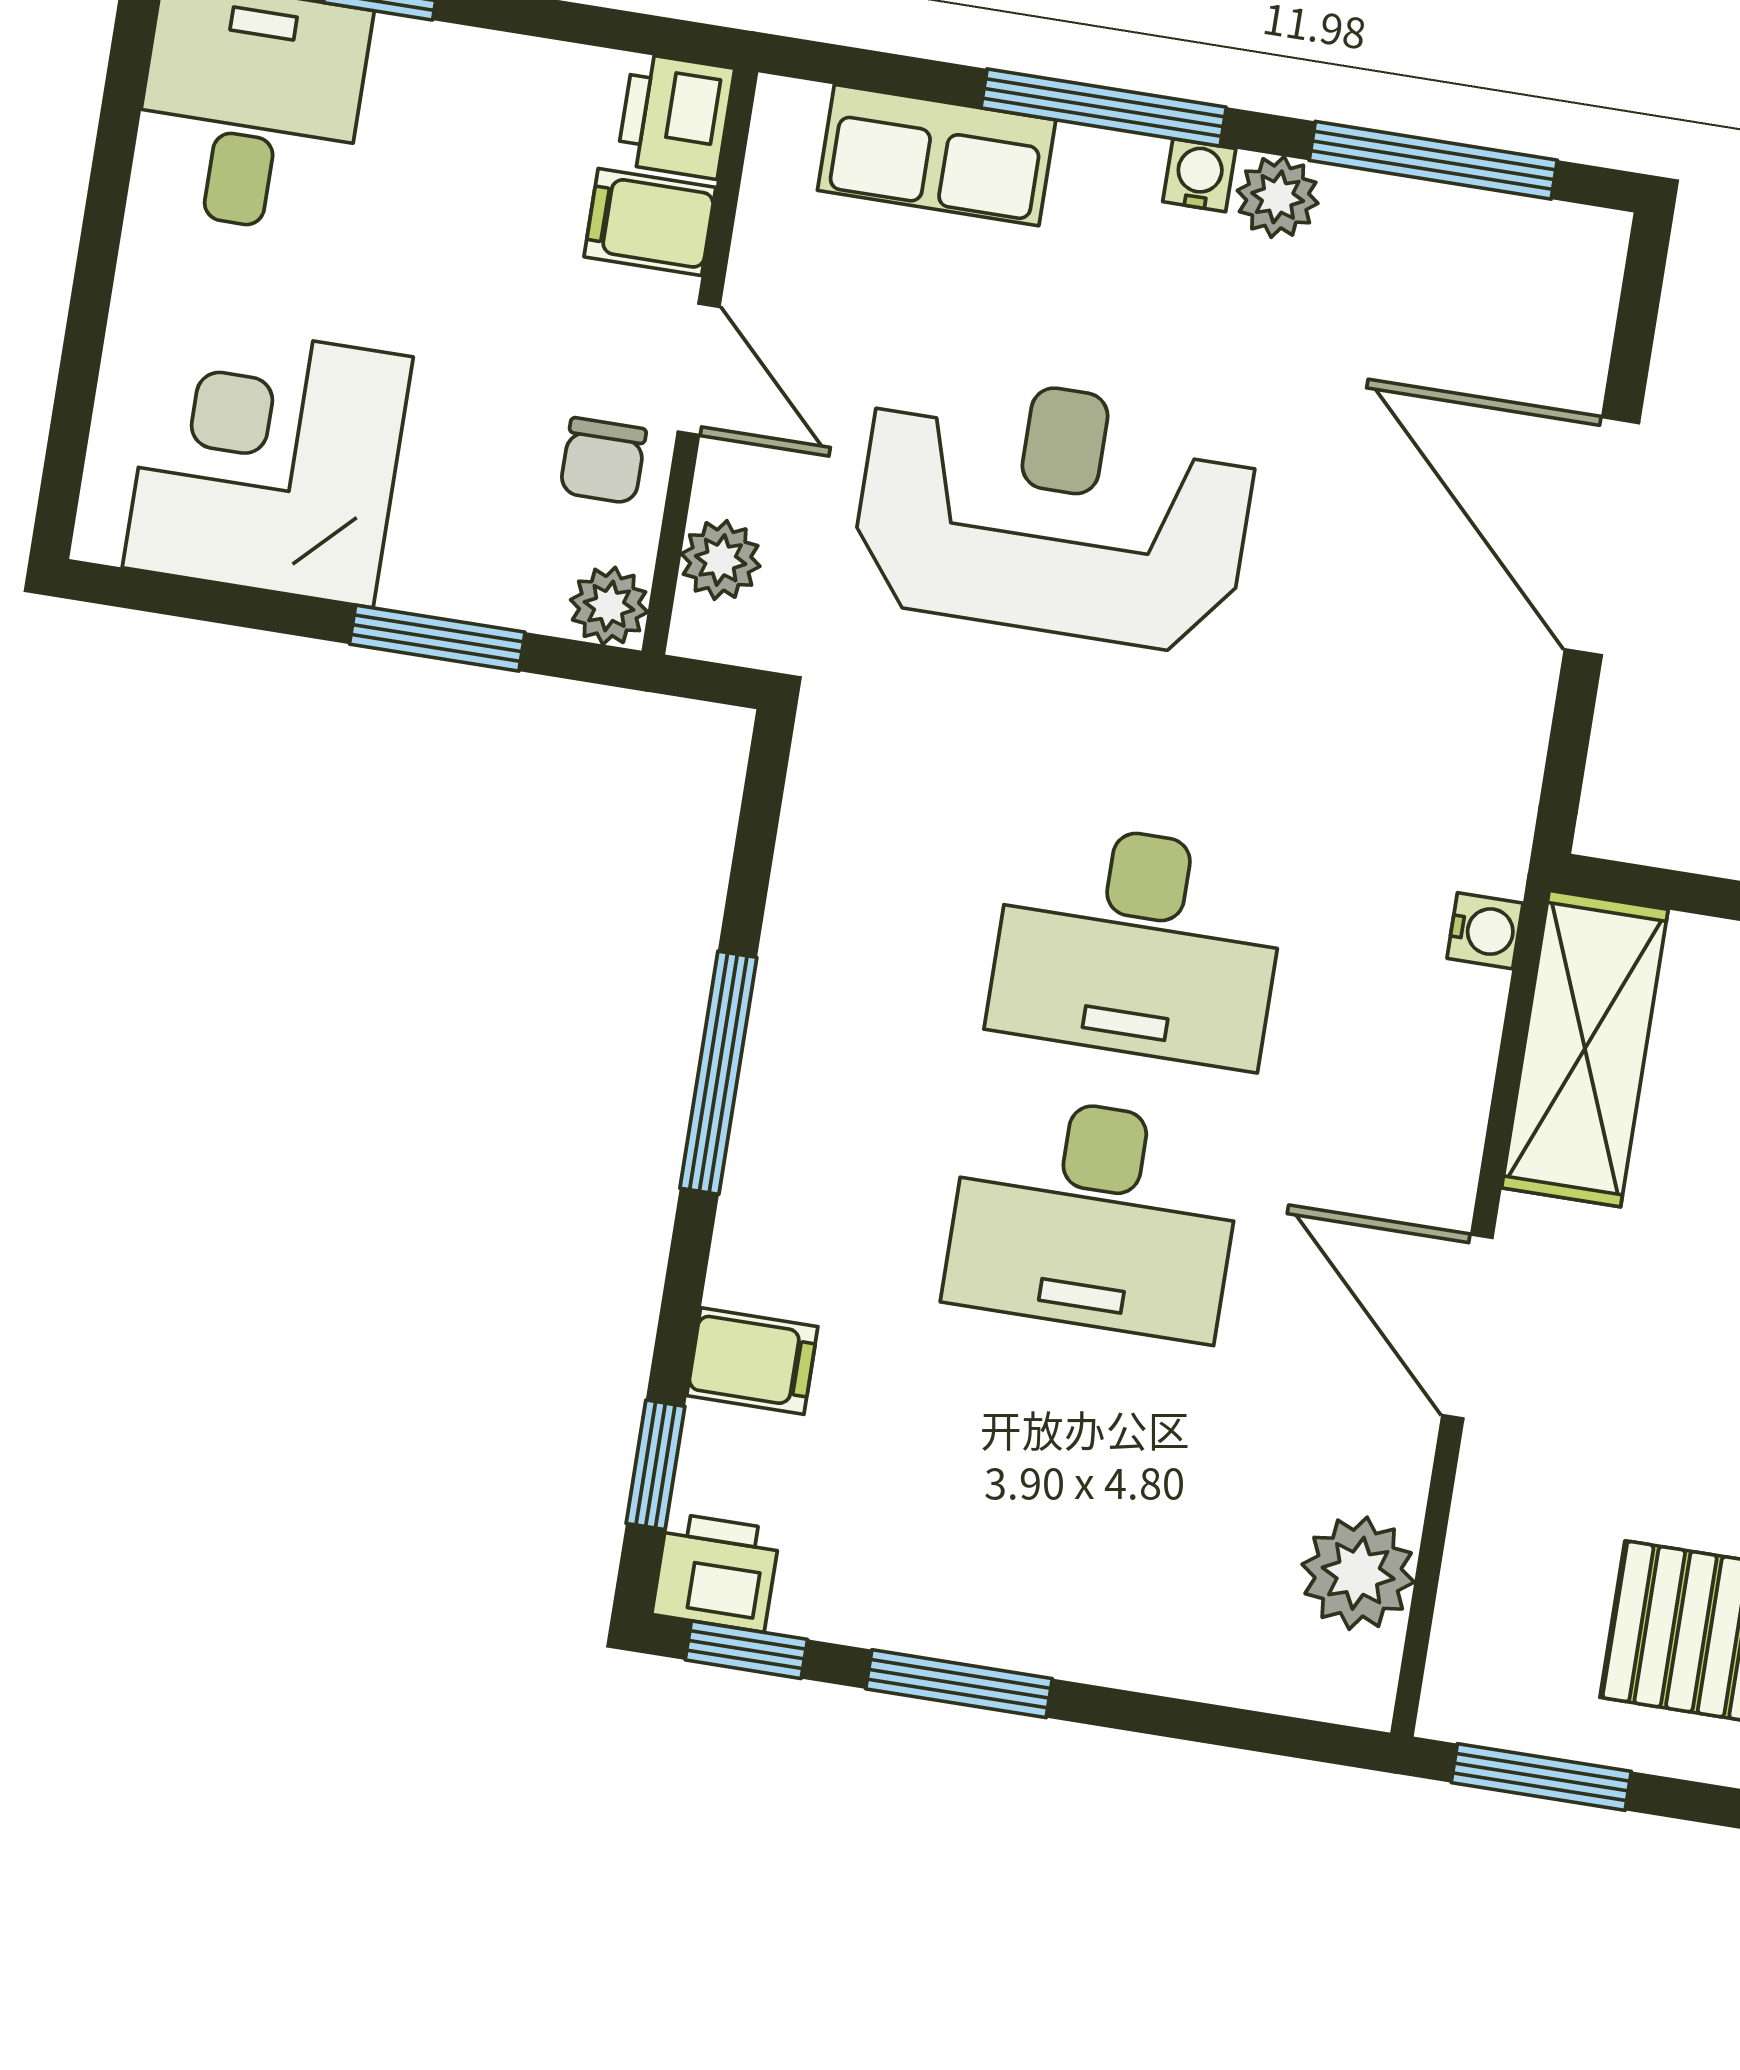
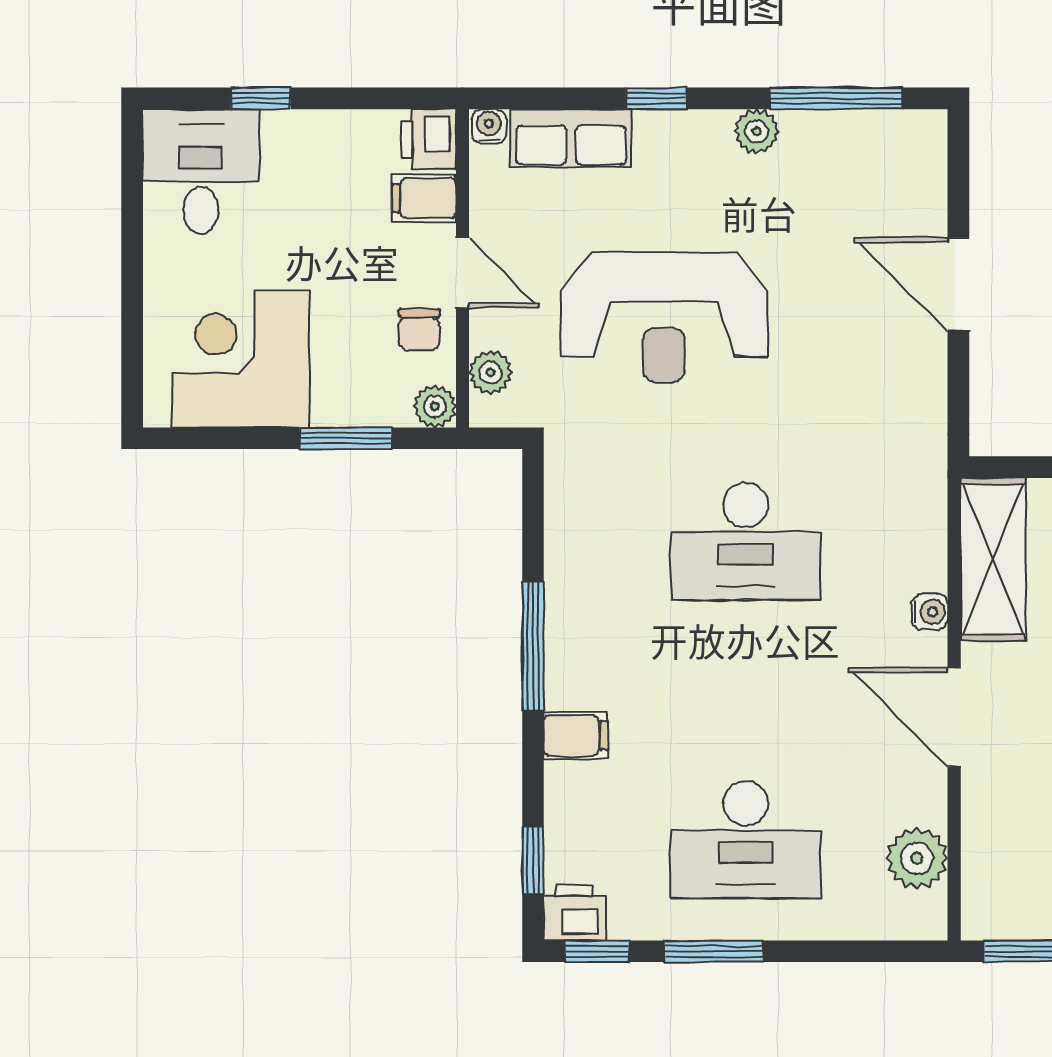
window: (1104, 108) -> (656, 98), width x0.46
water cooler: (1199, 175) -> (489, 126), moved
reception desk: (1054, 510) -> (664, 317), turned 180
door: (1602, 536) -> (958, 284), width x0.73
water cooler: (1485, 931) -> (930, 612), moved
desk: (1094, 1216) -> (746, 840), moved
filing cabinet: (752, 1361) -> (576, 735), moved

